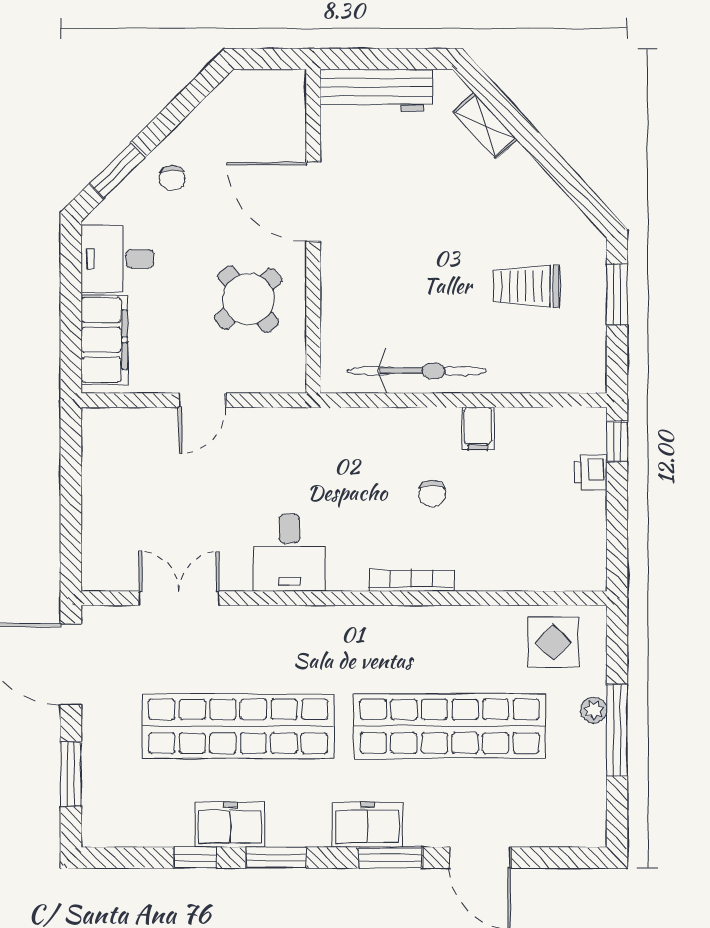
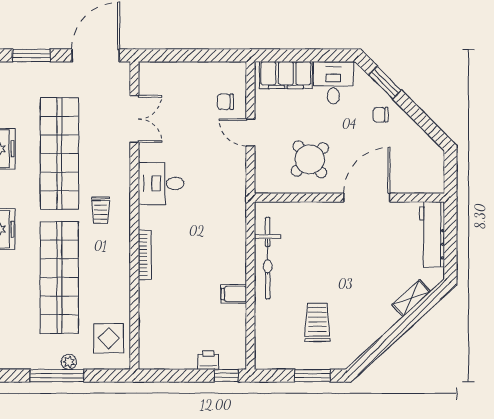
chair: (432, 494) -> (225, 102), moved
trolley: (335, 656) -> (101, 210), added

